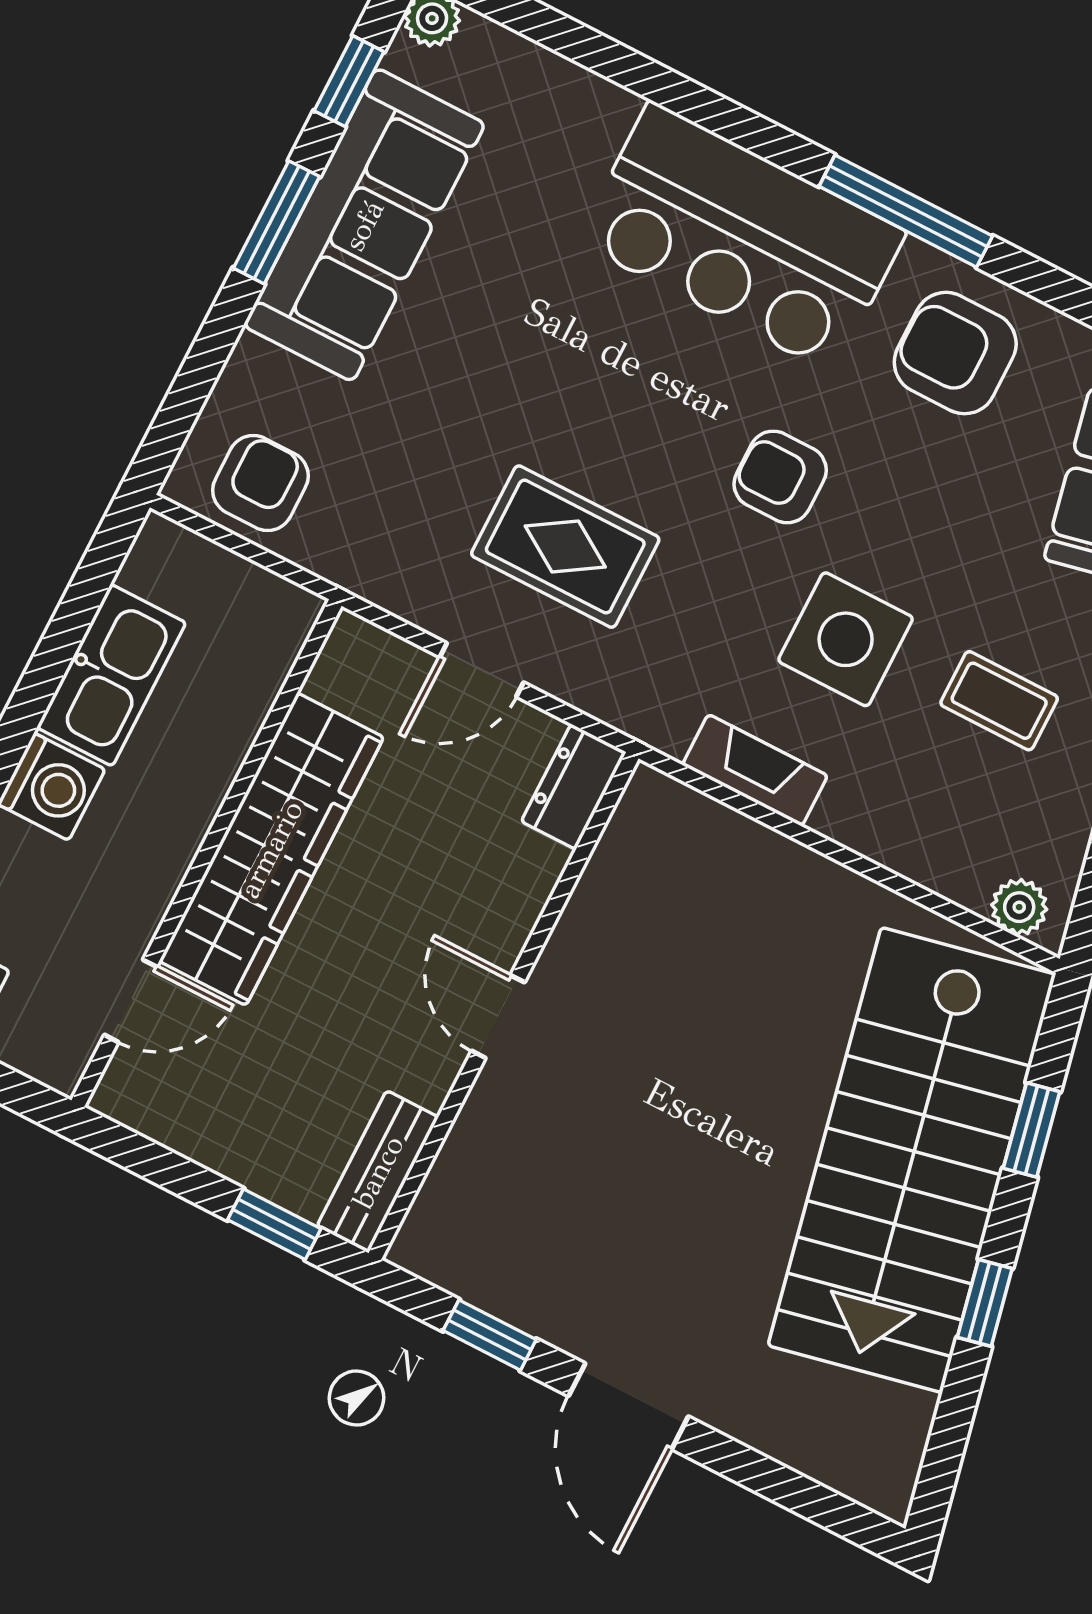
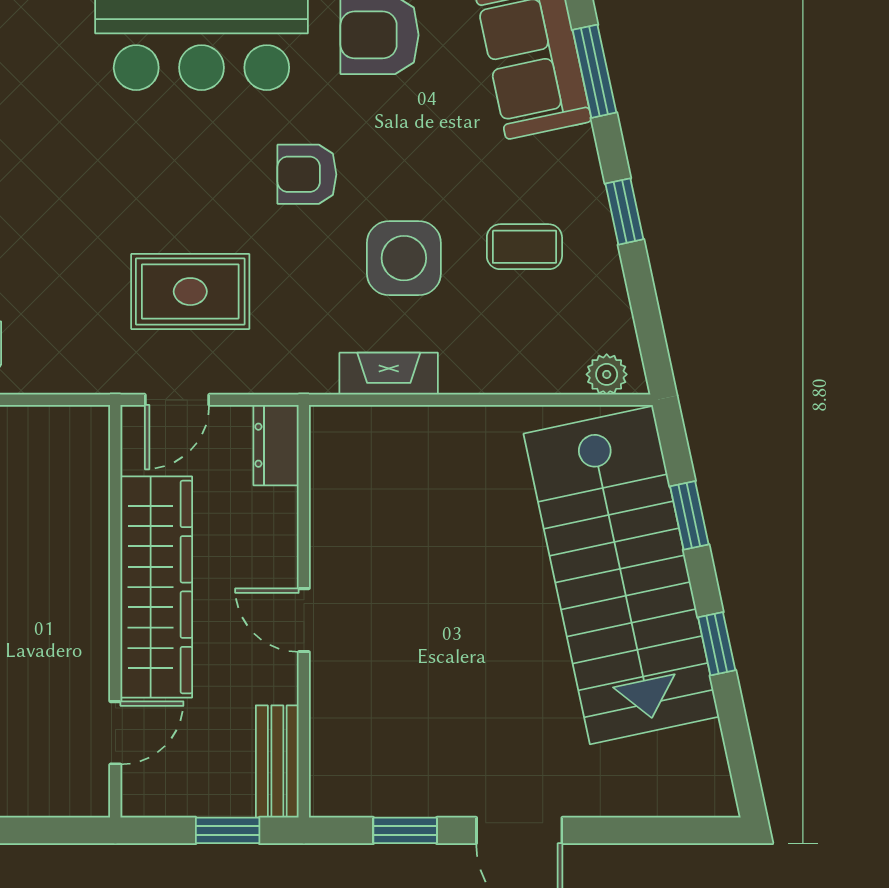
wardrobe: (271, 849) -> (156, 587), moved
wall: (207, 853) -> (115, 611), moved
door: (131, 1001) -> (115, 733), moved

